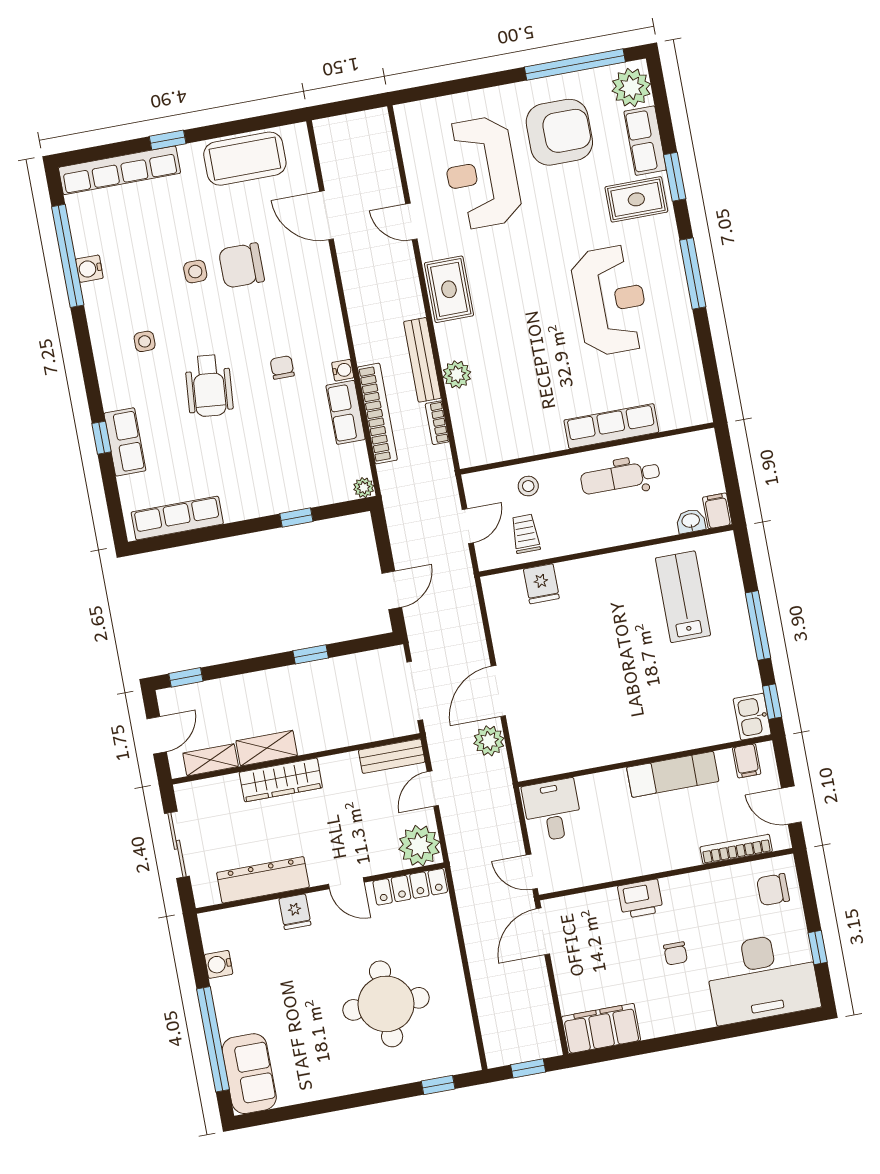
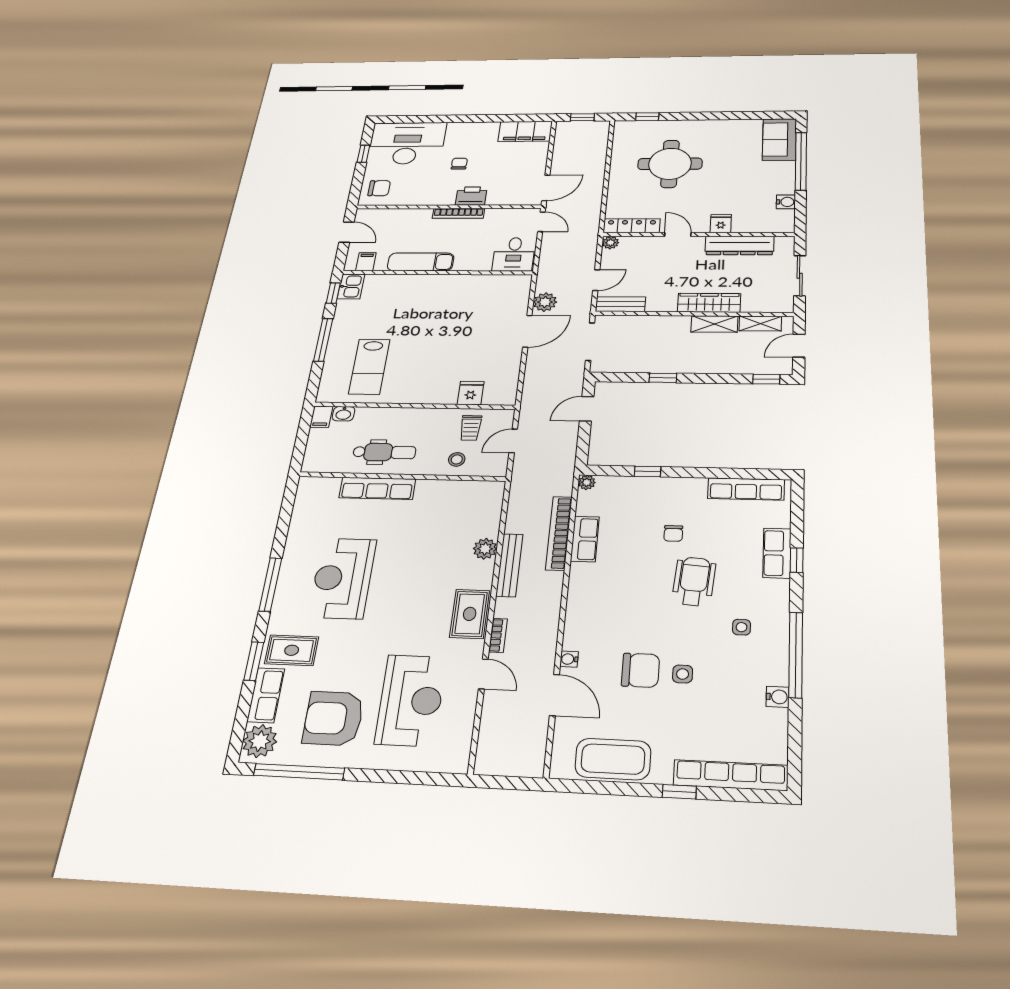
window: (68, 256) -> (796, 655), moved
chair: (282, 367) -> (673, 533), moved
water cooler: (343, 370) -> (569, 659), moved
bookcase: (437, 423) -> (498, 635), moved
plant: (419, 846) -> (610, 243), width x0.53, depth x0.53
bookcase: (736, 849) -> (458, 213), moved

